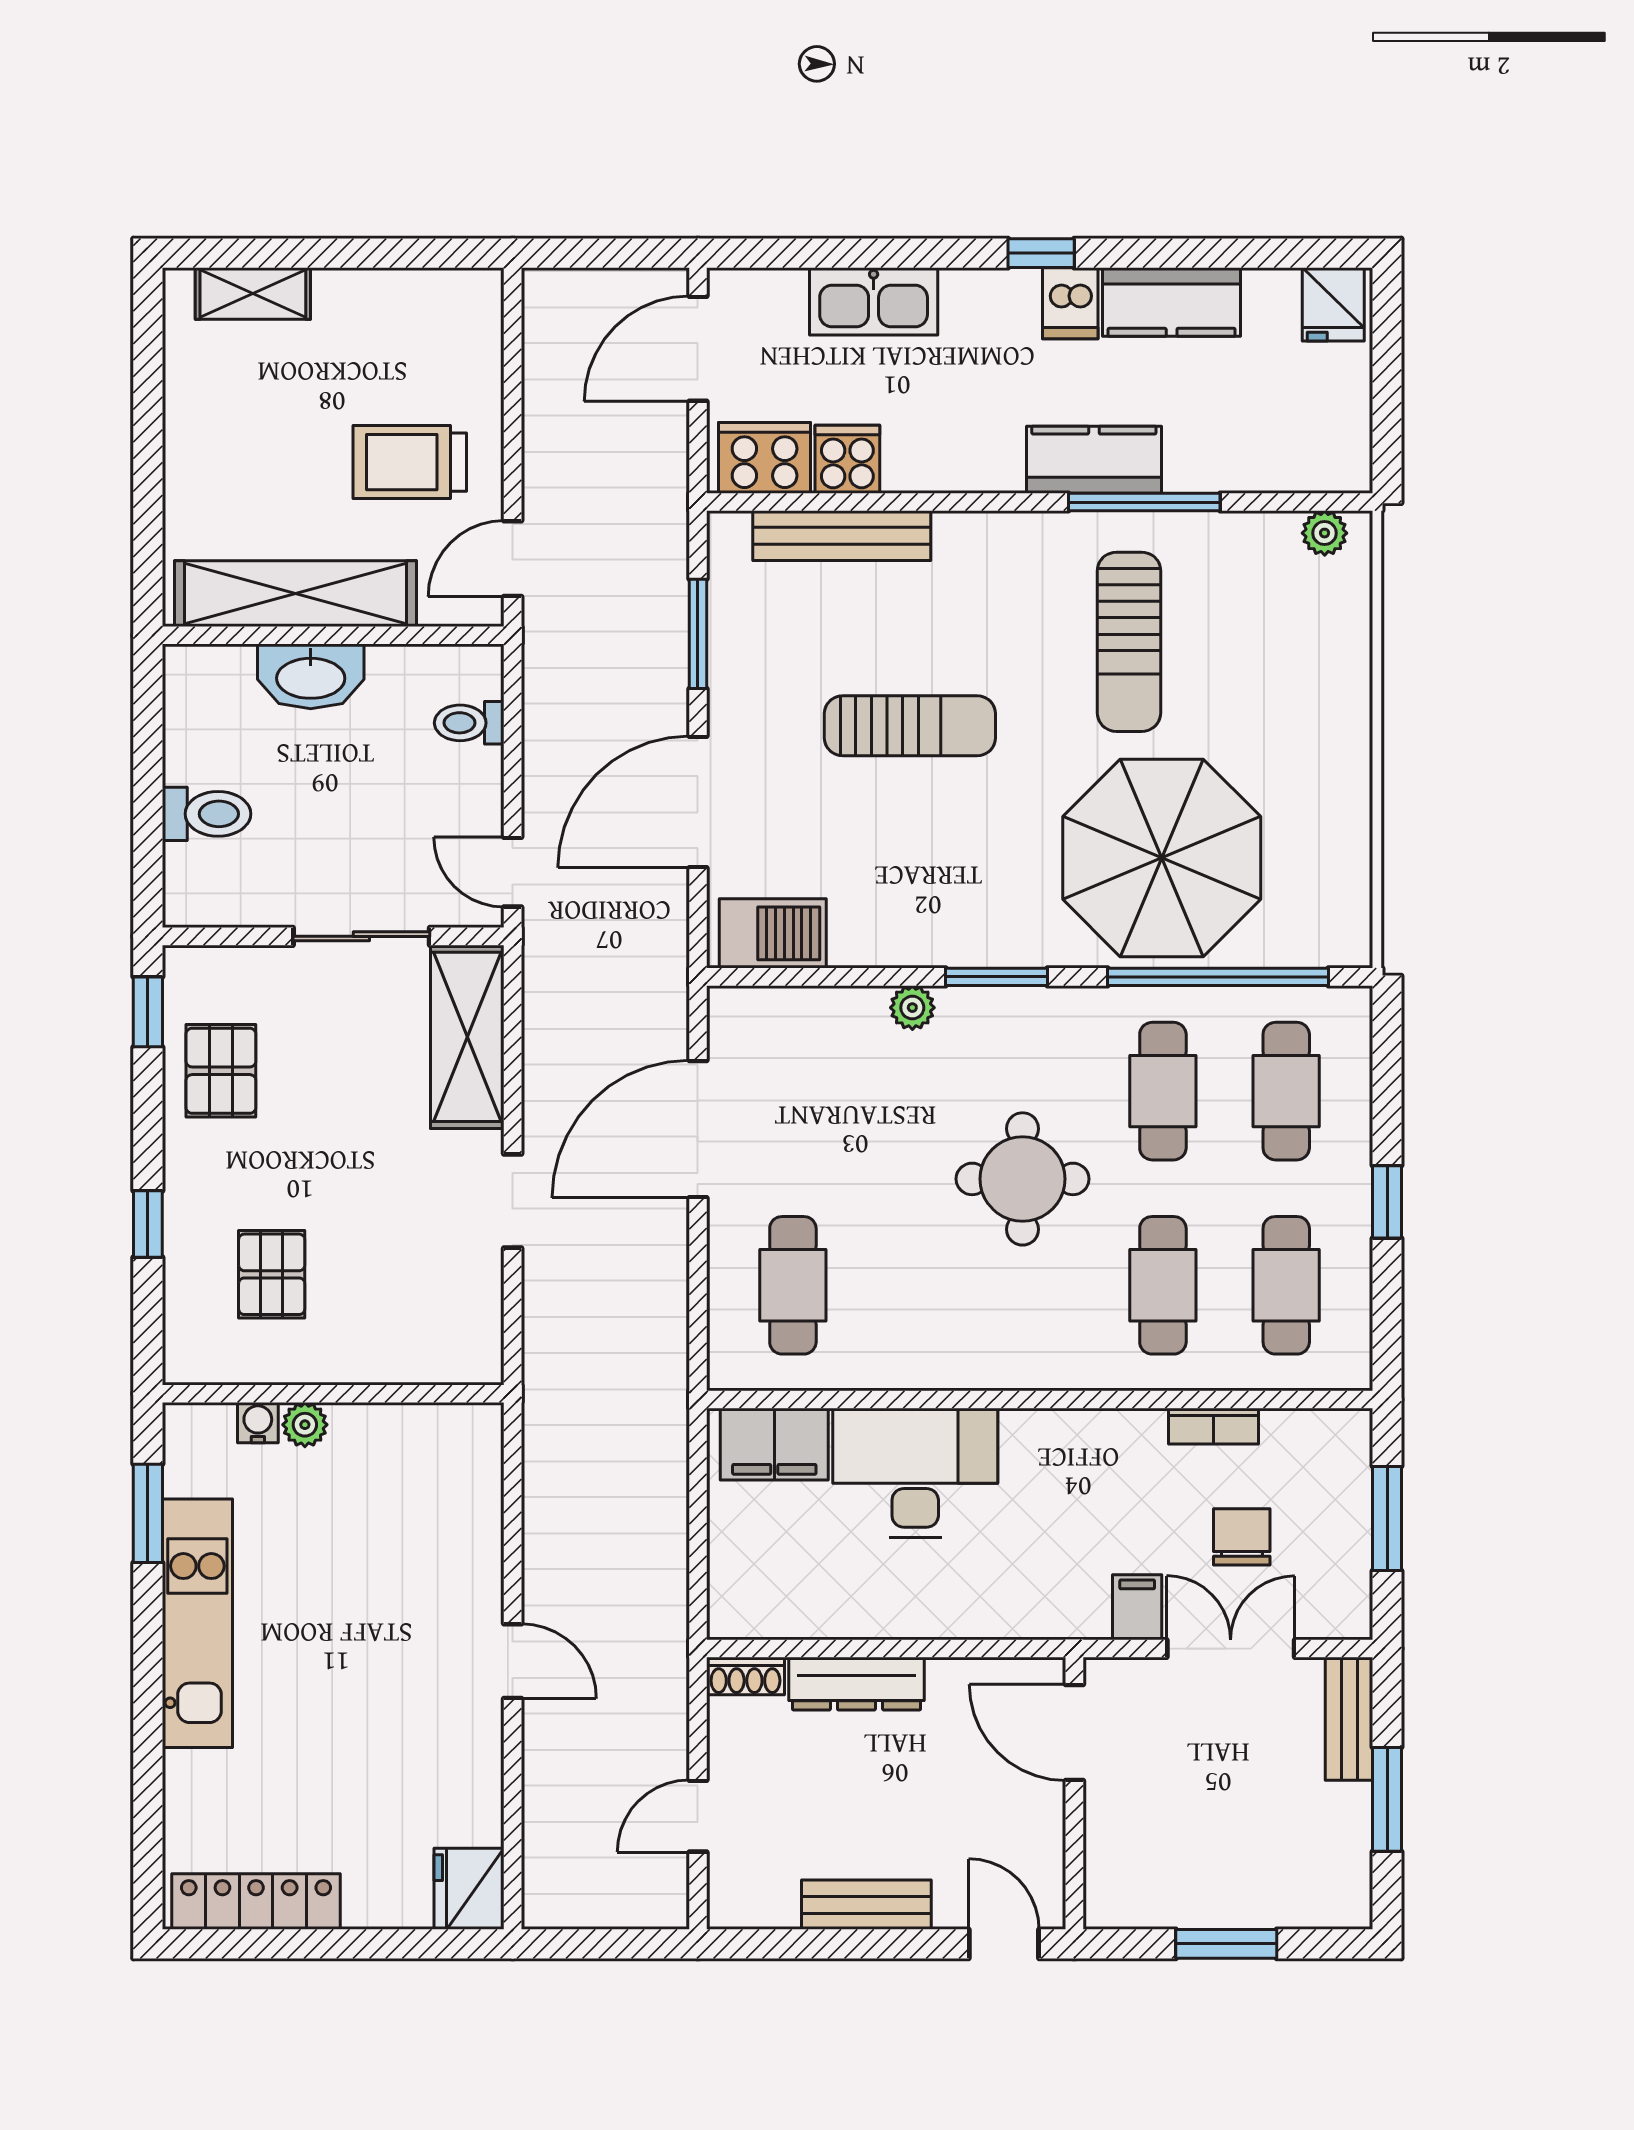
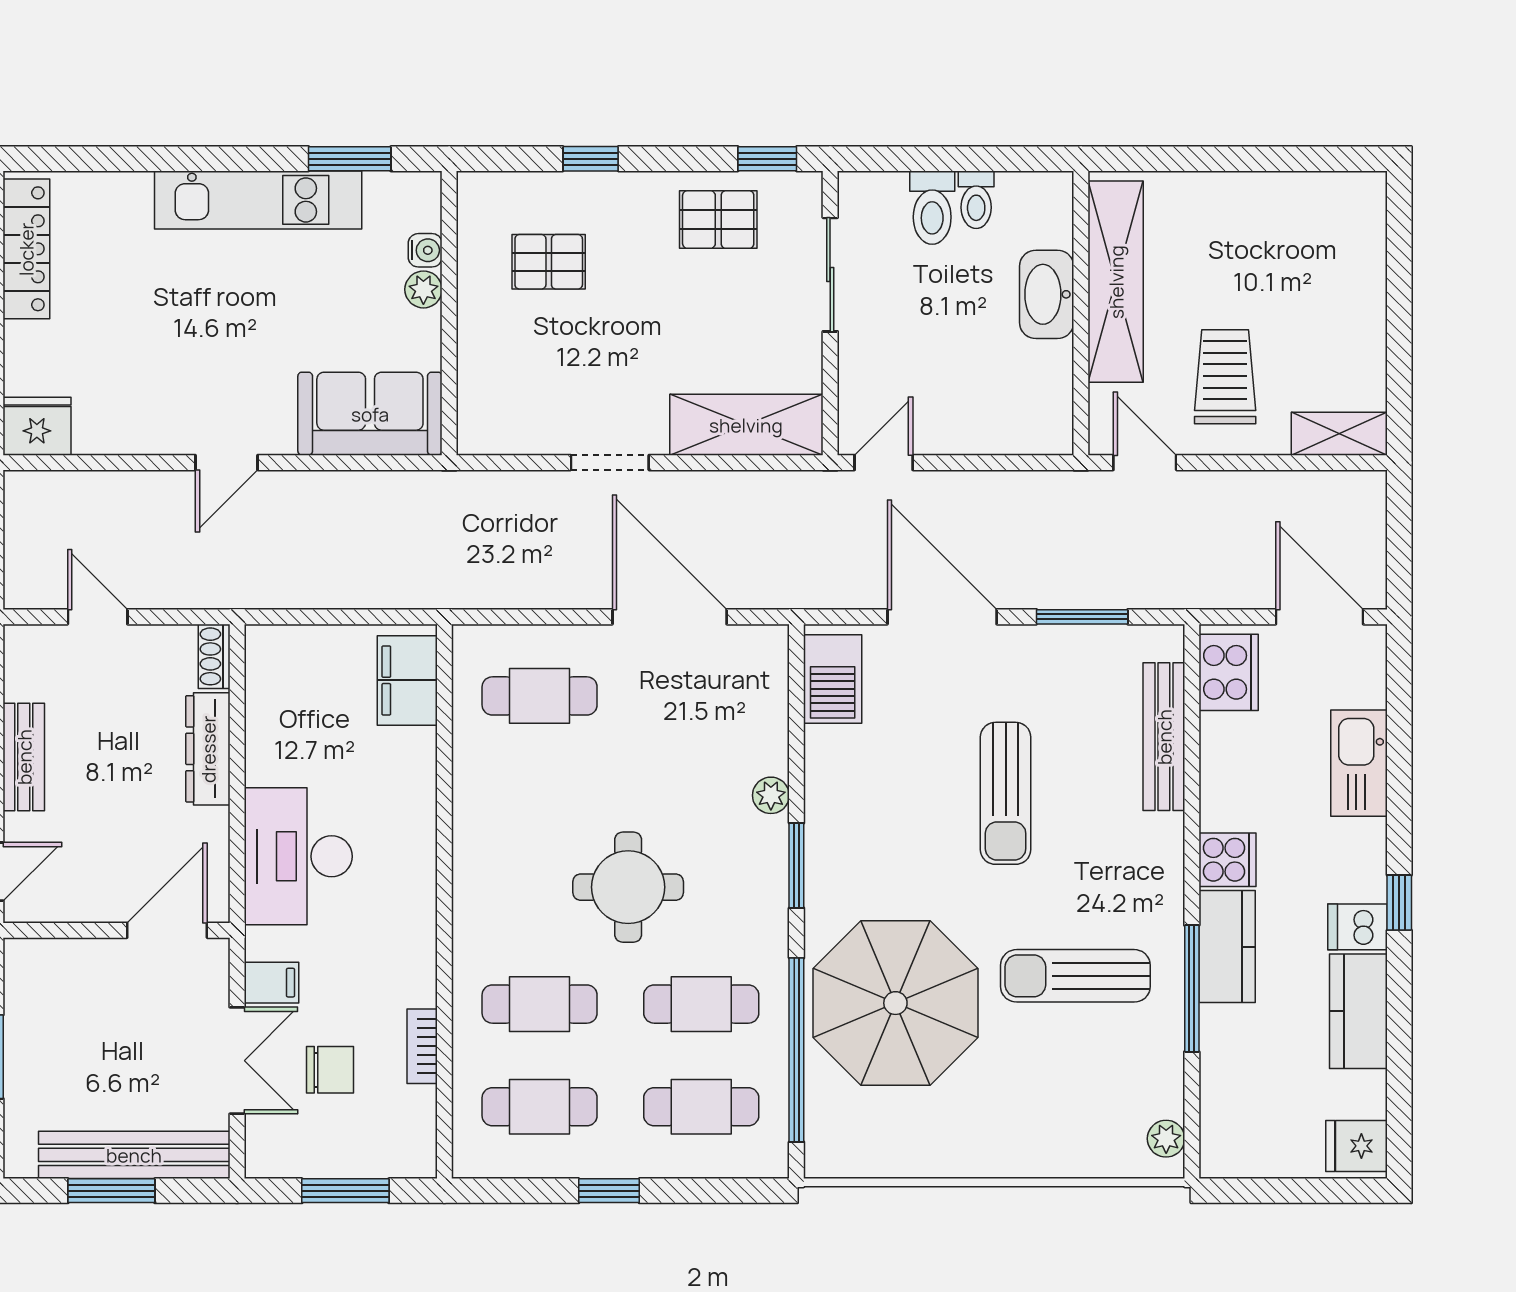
shelving: (253, 293) -> (1339, 434), moved, turned 90
cooker: (847, 459) -> (1227, 860), moved
toilet: (469, 723) -> (976, 200), moved, turned 180
sliding door: (361, 936) -> (830, 275), moved
desk: (915, 1473) -> (298, 856), moved, turned 180
sofa: (454, 1489) -> (370, 414), added
bench: (1349, 1719) -> (134, 1155), width x1.86, depth x1.21

